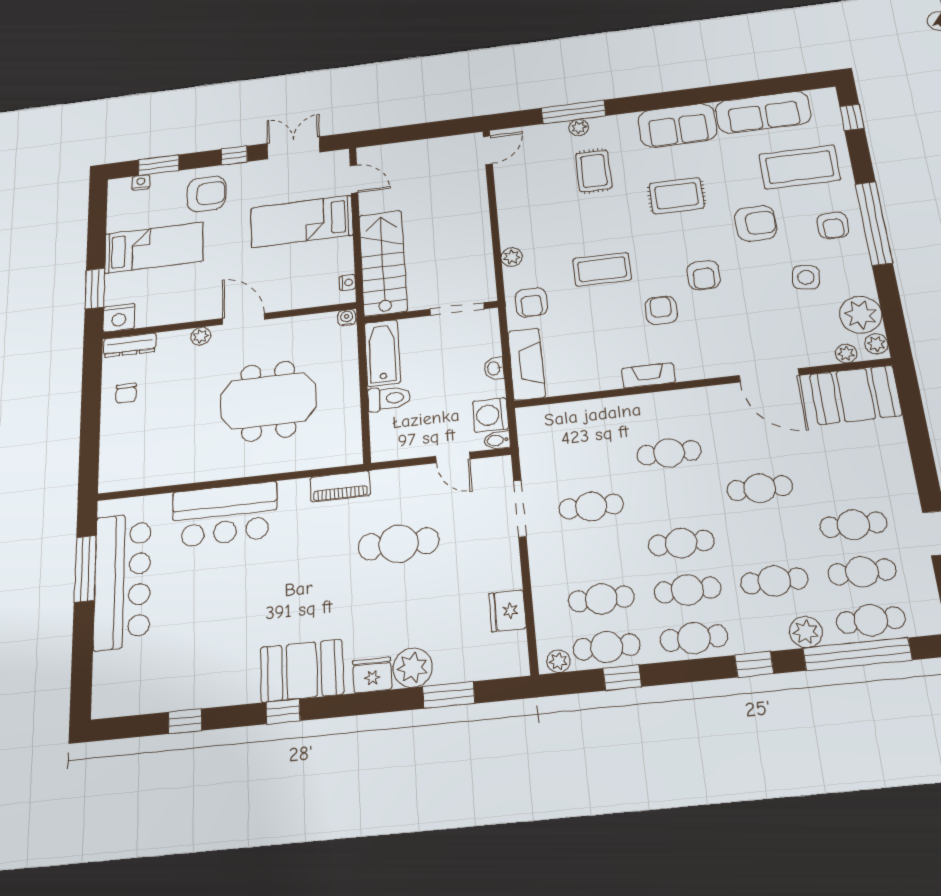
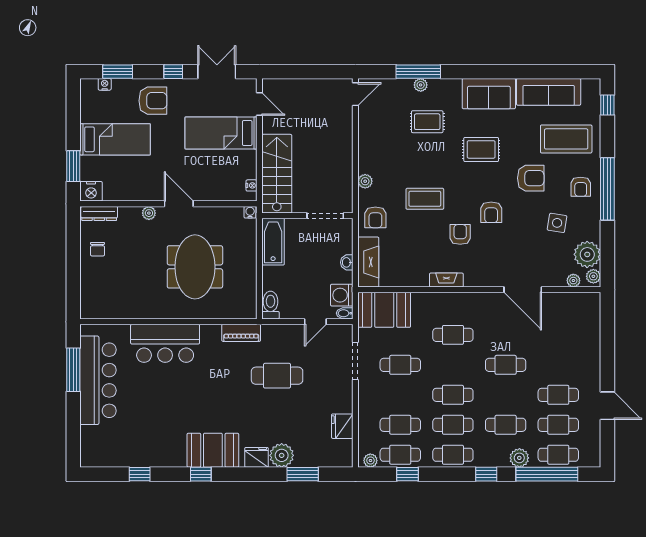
rug: (594, 171) -> (427, 122), turned 90
booth: (856, 395) -> (384, 310), moved
toilet: (389, 398) -> (270, 305), moved, turned -90
meeting table: (268, 401) -> (195, 267), turned 90
door: (453, 458) -> (315, 322), hinge flipped

